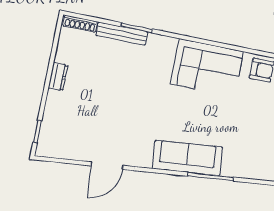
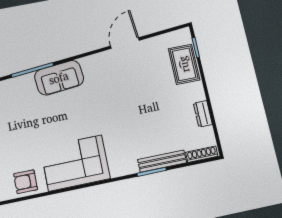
dresser: (58, 77) -> (203, 114), moved
rug: (57, 119) -> (184, 64), added
sofa: (187, 158) -> (59, 78), width x0.73

